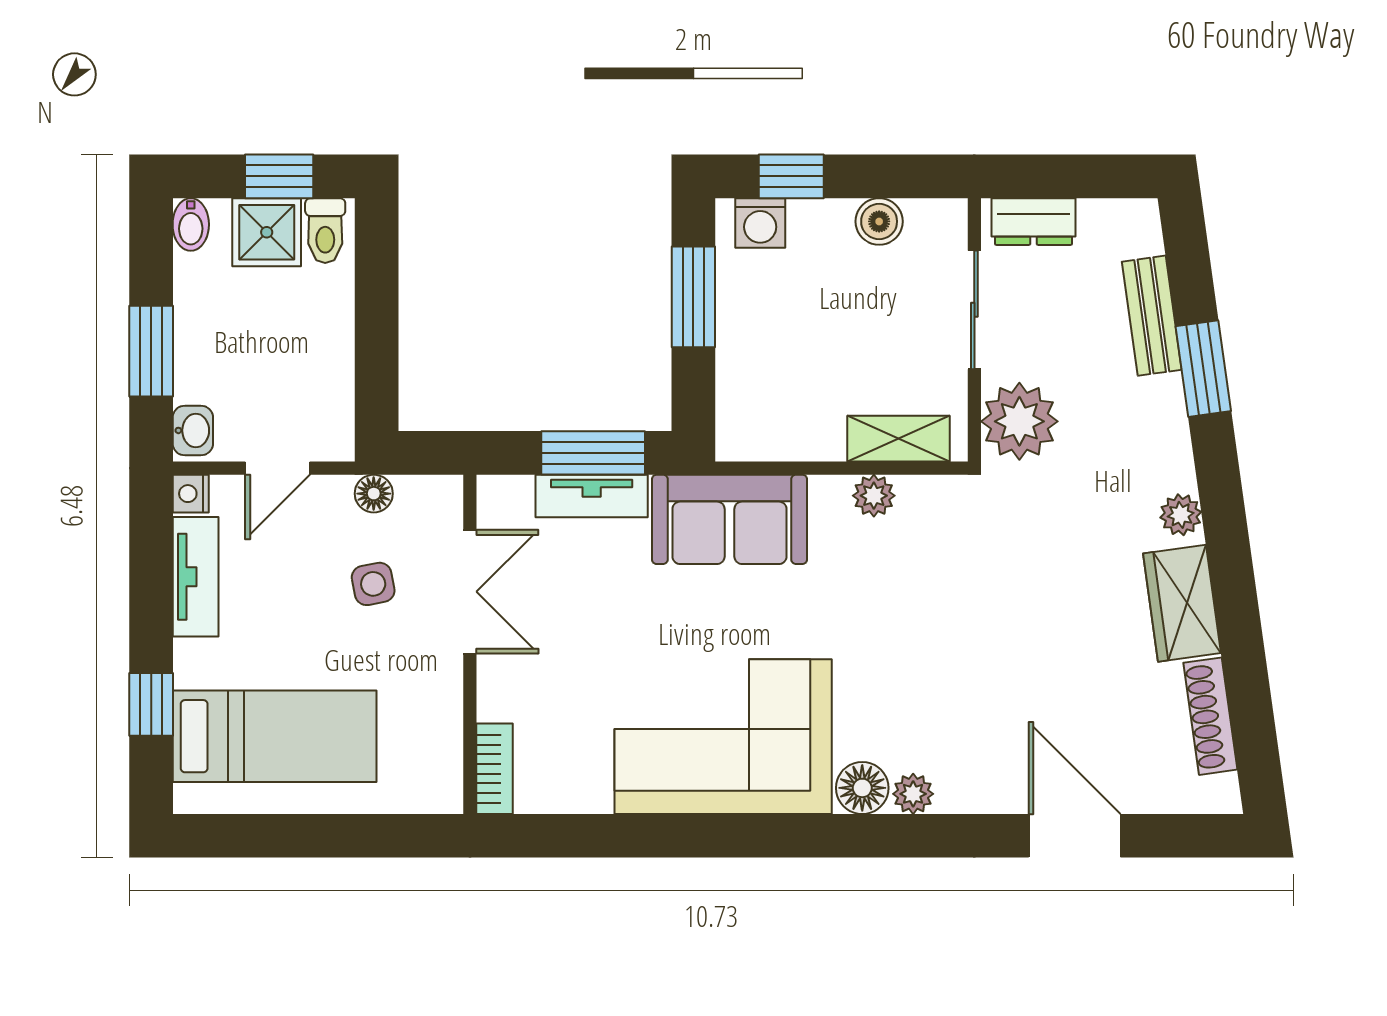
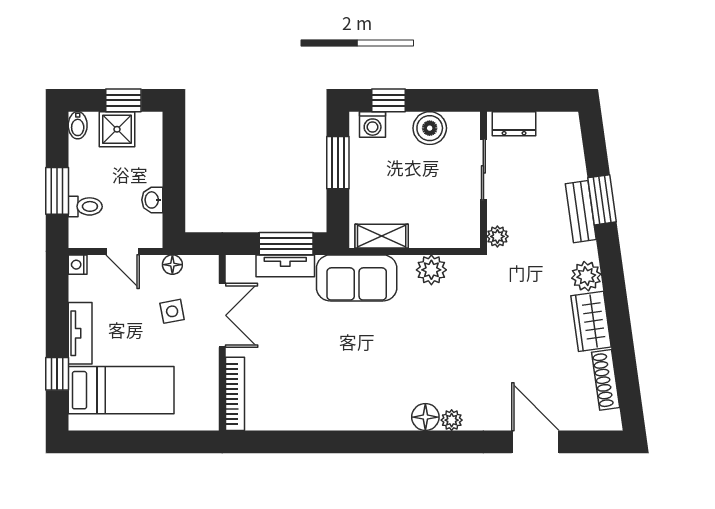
boiler: (879, 221) -> (430, 128), width x1.36, depth x1.36
toilet: (325, 231) -> (85, 206), moved, turned -90
bench: (1152, 316) -> (581, 212), moved
plant: (1019, 421) -> (497, 236), width x0.53, depth x0.53
washbasin: (193, 430) -> (152, 200), moved, turned 180
shelving: (899, 439) -> (382, 236), moved
door: (278, 468) -> (123, 251), hinge flipped
plant: (874, 496) -> (431, 270), width x1.38, depth x1.38
plant: (1181, 515) -> (586, 276), width x1.38, depth x1.38
tv unit: (196, 577) -> (80, 333), moved
corner sofa: (723, 737) -> (353, 390), removed
bookcase: (495, 769) -> (235, 394), width x1.56

